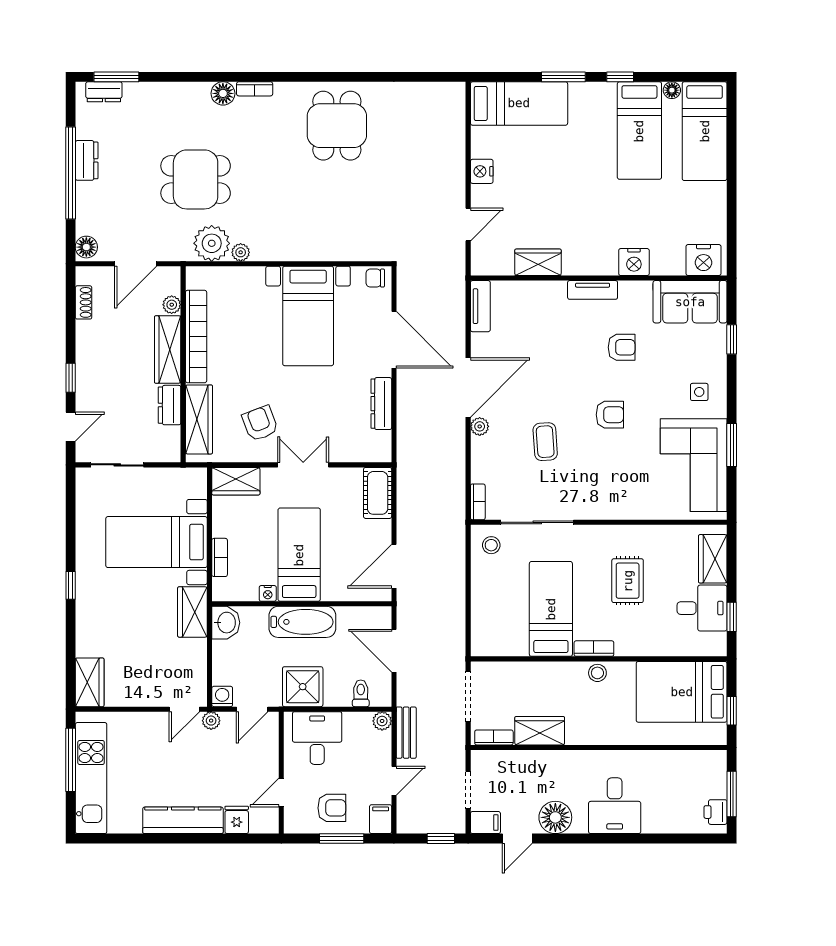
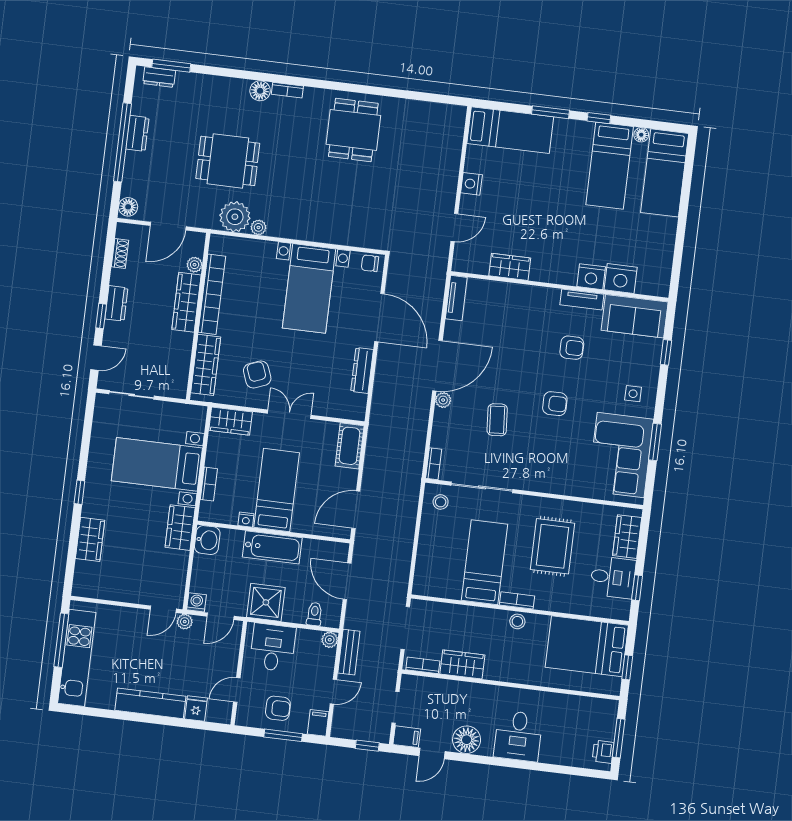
nightstand: (703, 260) -> (621, 279), moved
tv unit: (593, 290) -> (582, 300), moved
dresser: (170, 405) -> (116, 303), moved, turned 180
rug: (628, 581) -> (553, 546), width x1.36, depth x1.43
wardrobe: (90, 682) -> (90, 539), moved

